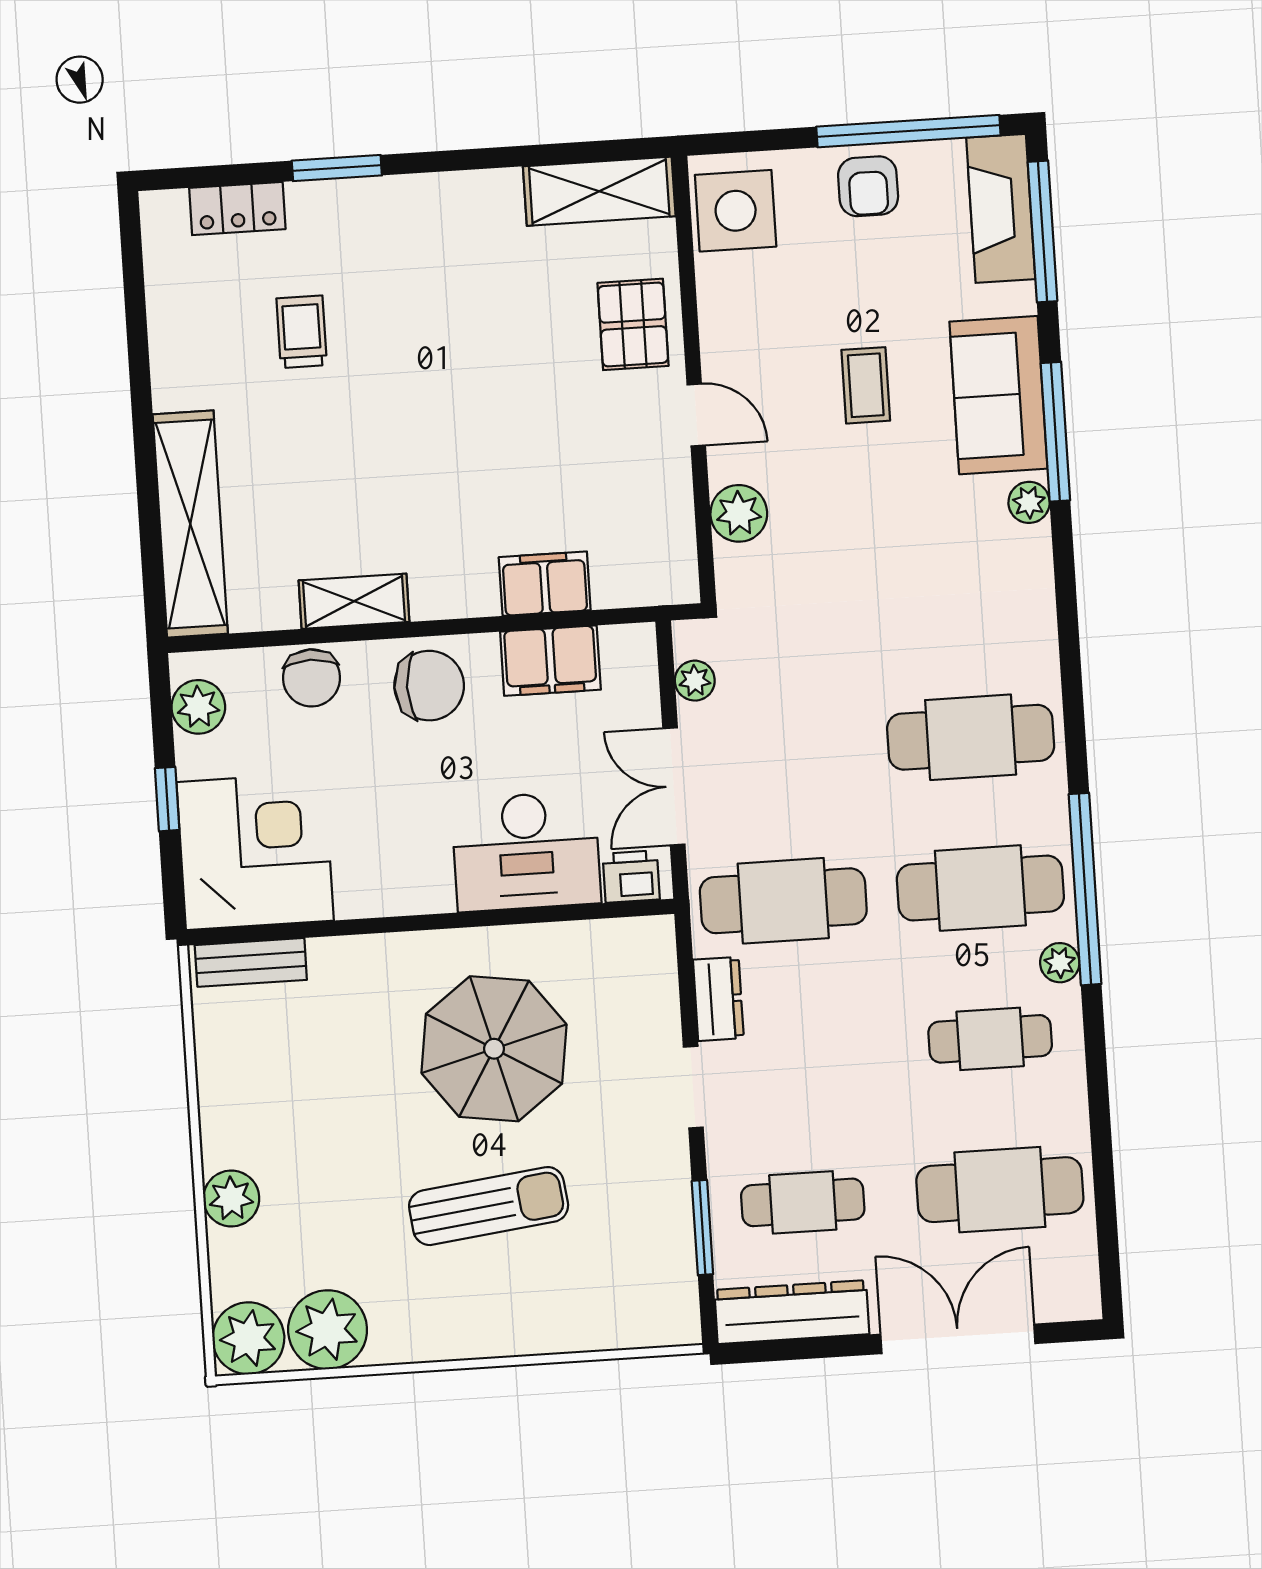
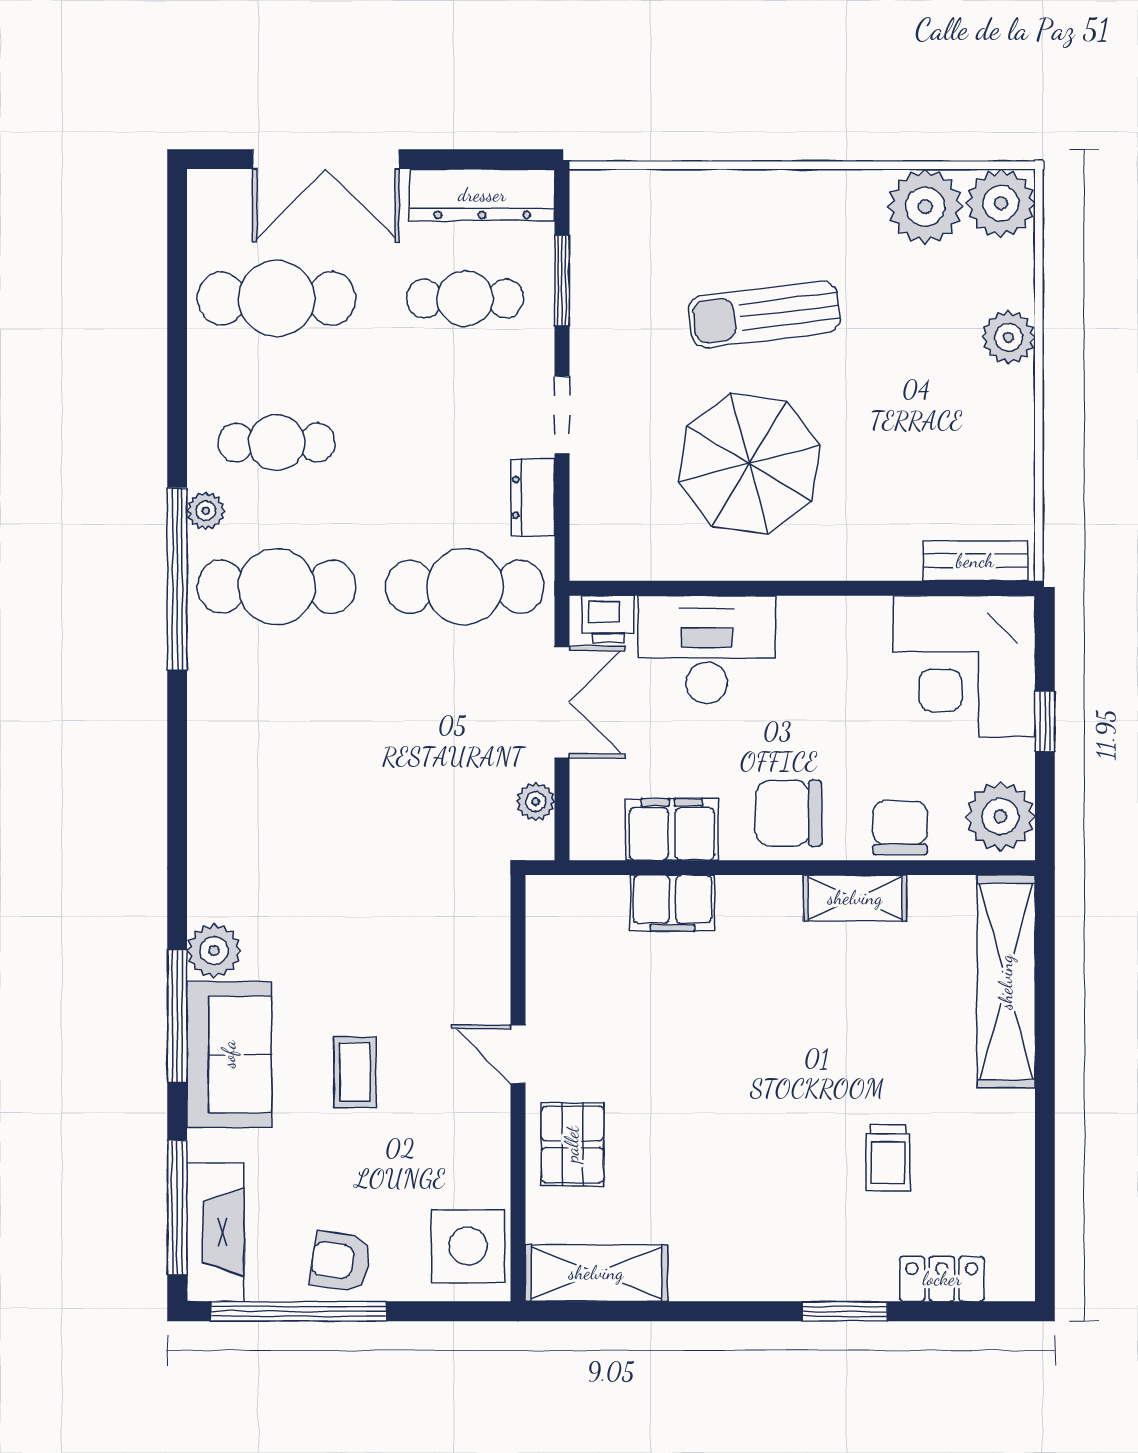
armchair: (868, 186) -> (340, 1261), turned -82
plant: (1029, 502) -> (214, 951), width x1.38, depth x1.38
plant: (739, 513) -> (483, 958), removed
plant: (198, 707) -> (1000, 816), width x1.36, depth x1.36
cafe table: (971, 737) -> (277, 731), removed

